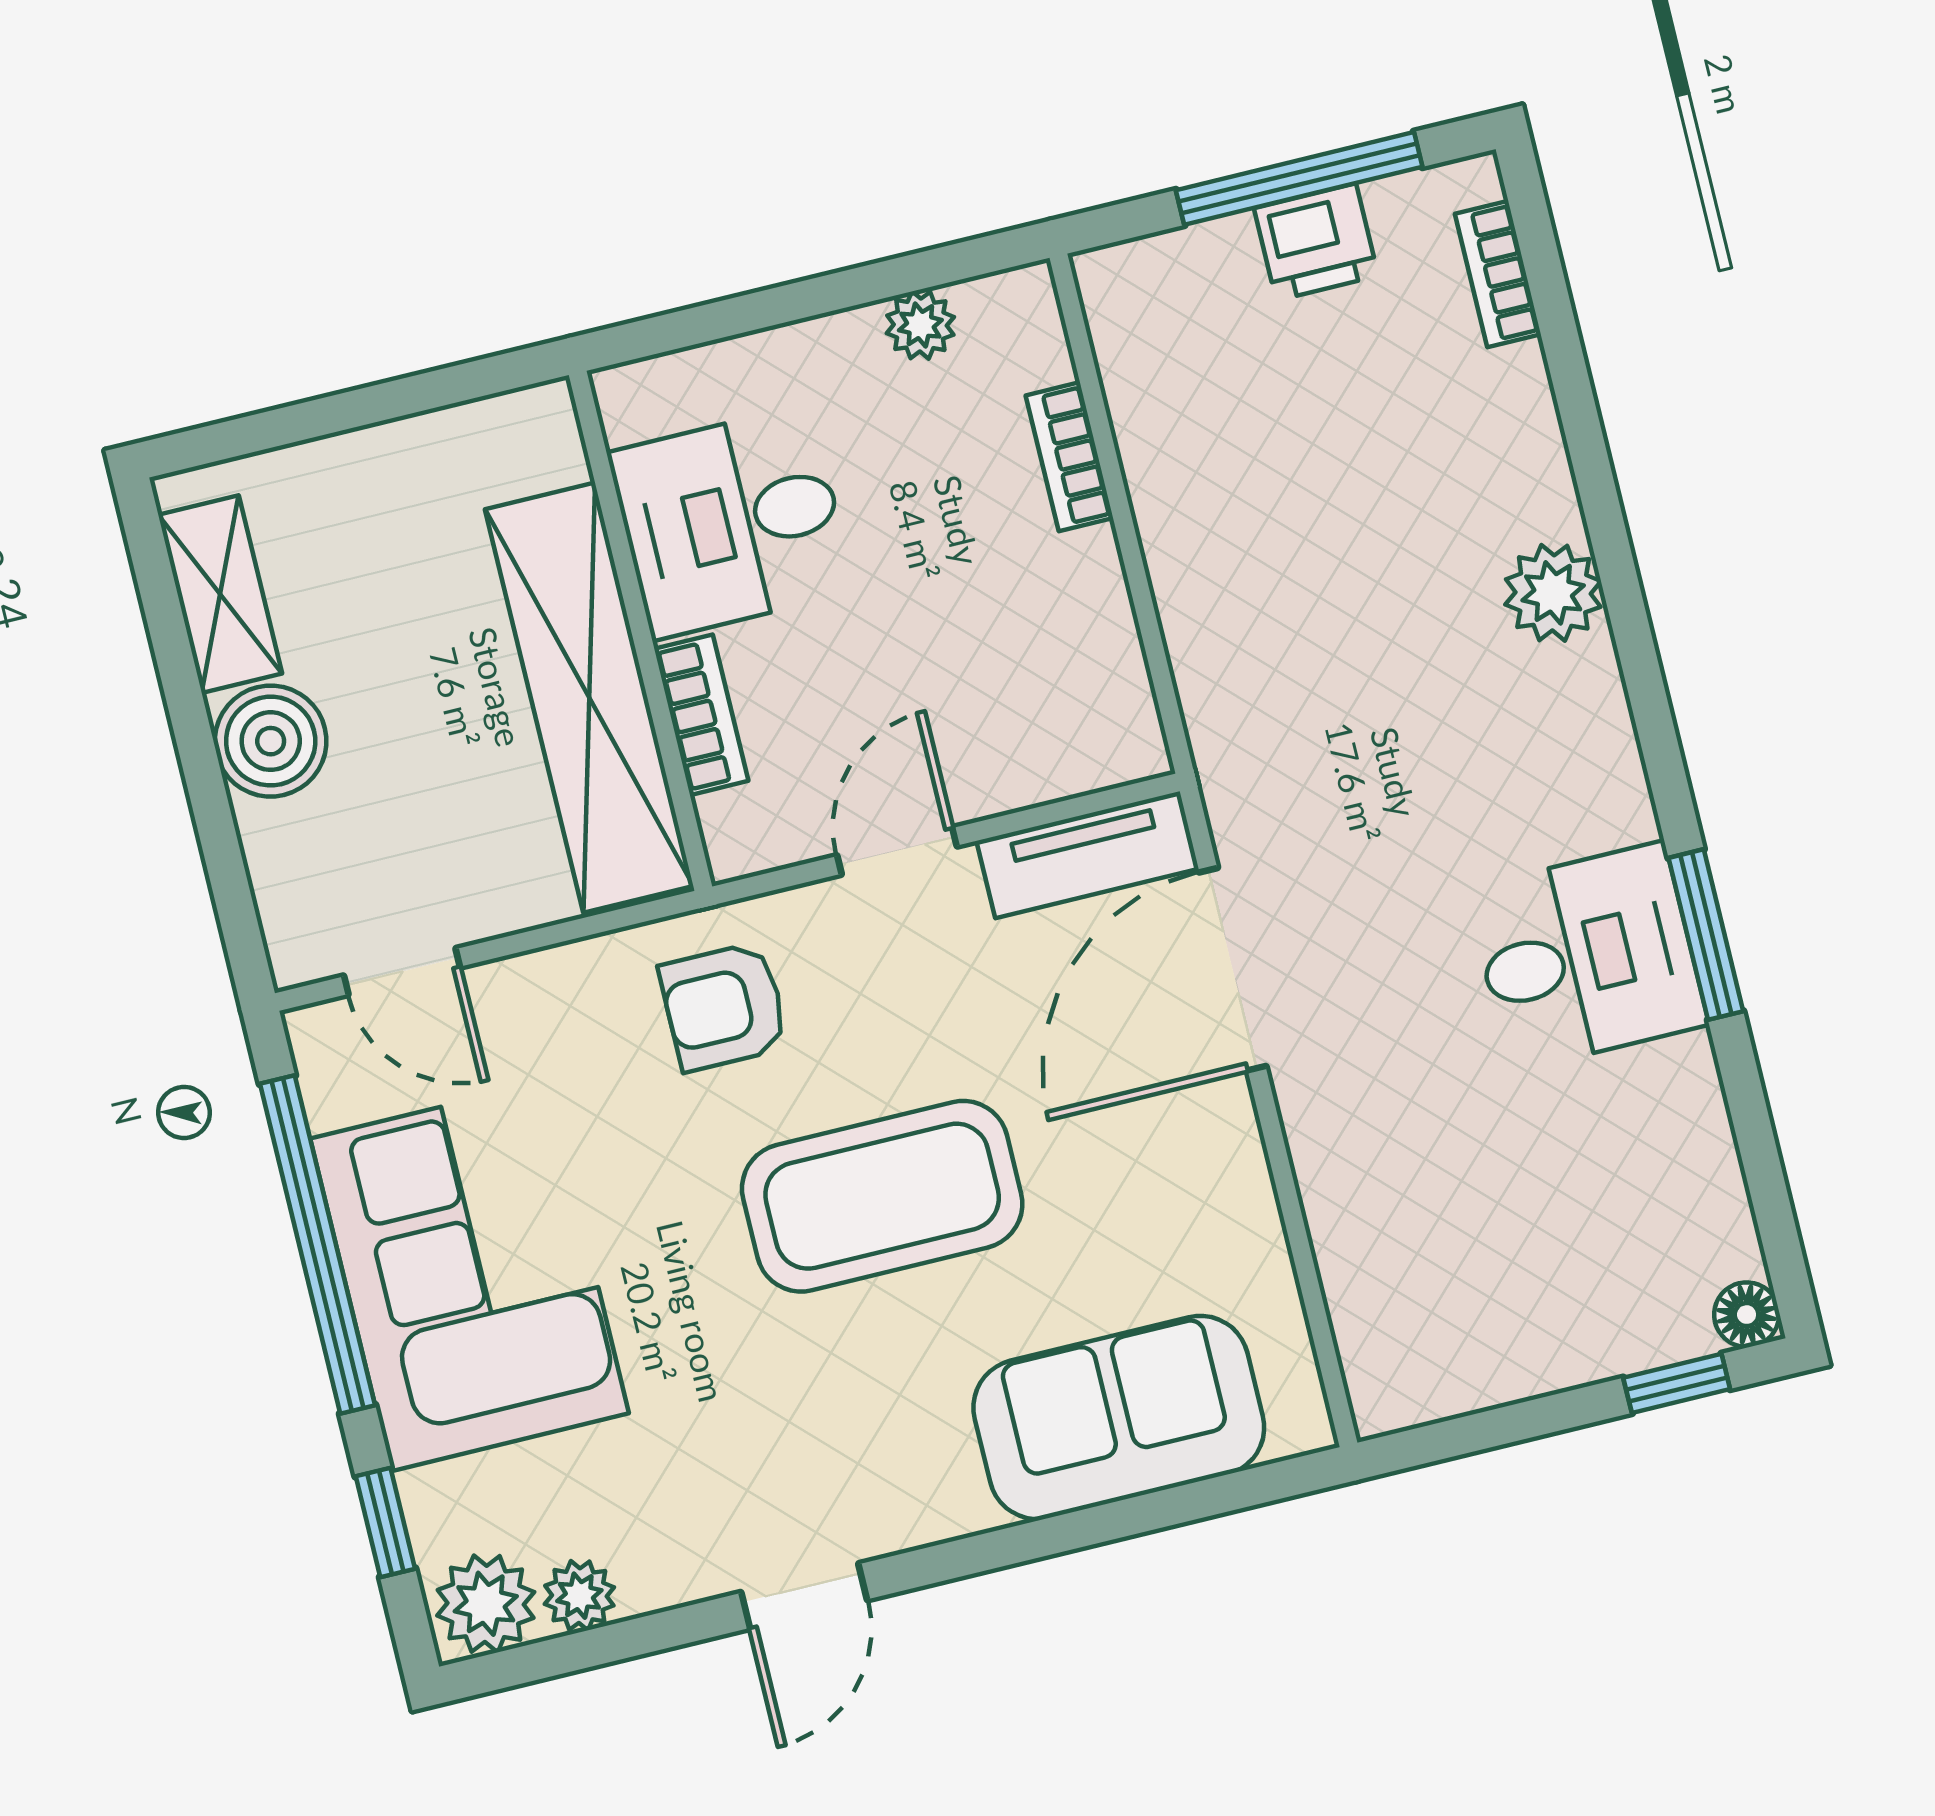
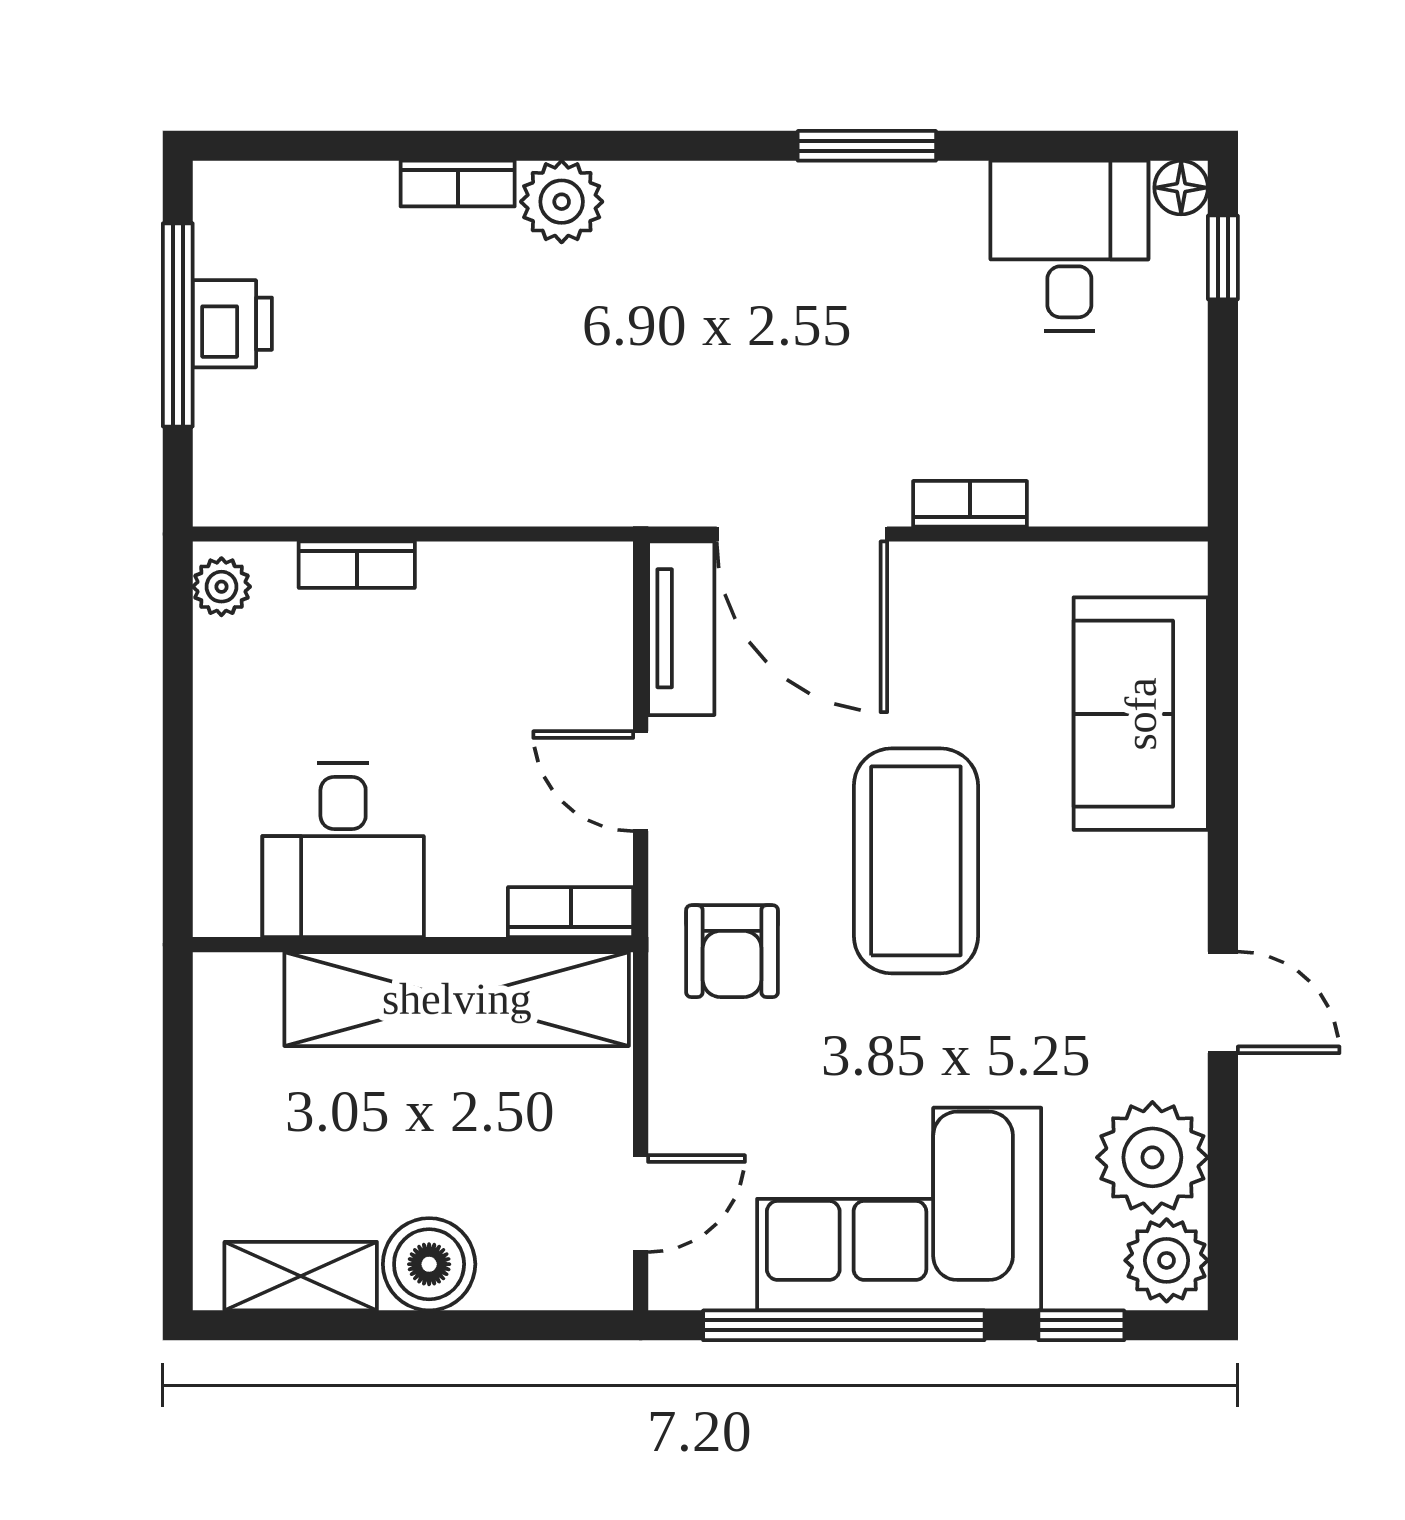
bookcase: (1498, 274) -> (458, 184), moved
plant: (920, 325) -> (221, 587), moved
bookcase: (701, 715) -> (571, 912), moved
desk: (1587, 957) -> (1069, 246), moved
bookcase: (1316, 1158) -> (970, 504), added
plant: (579, 1596) -> (1152, 1157), width x1.87, depth x1.87

